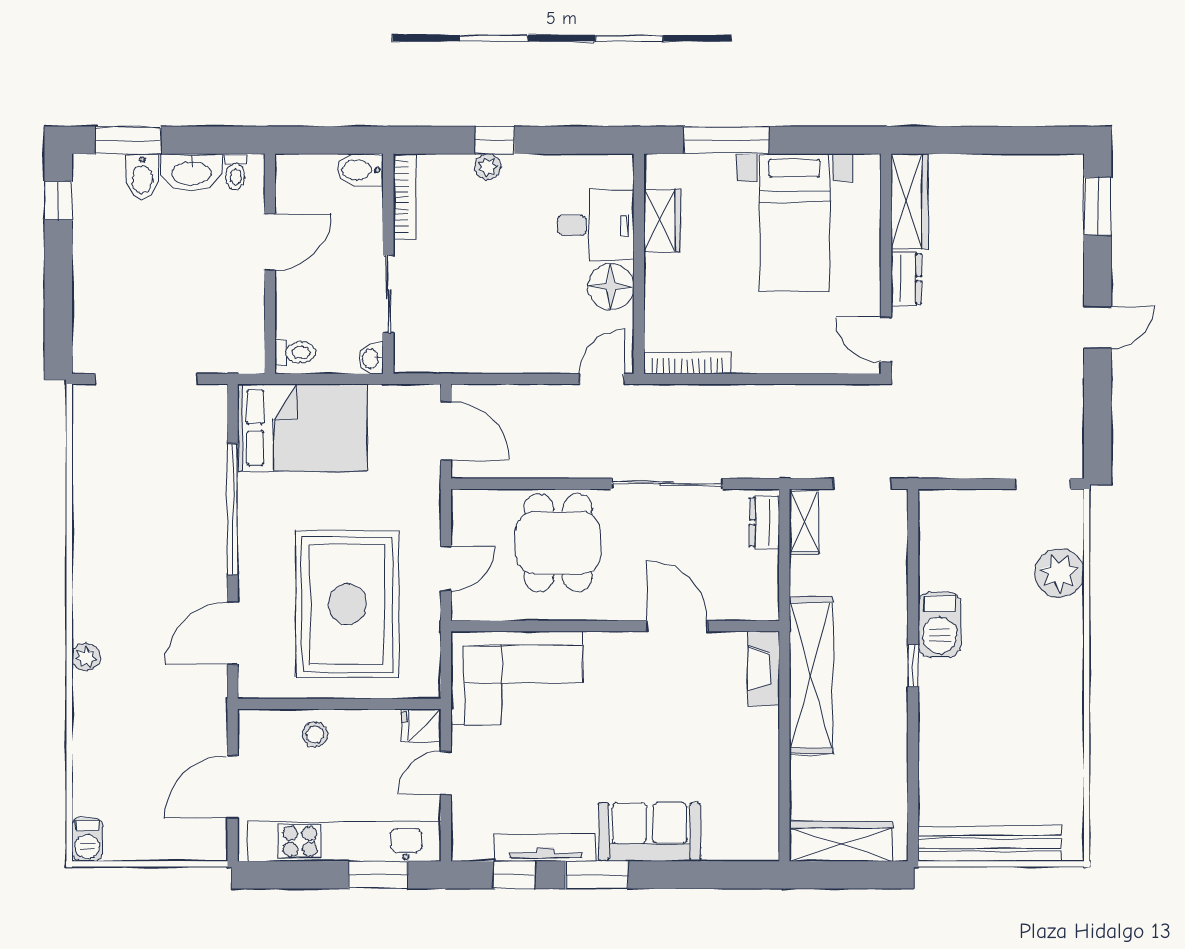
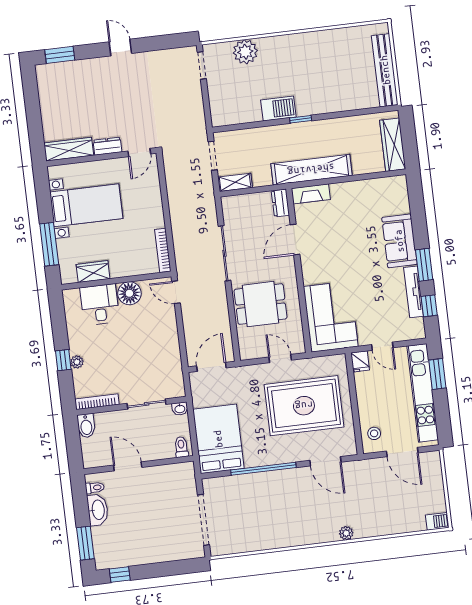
bidet: (142, 176) -> (103, 534), removed
dresser: (764, 522) -> (280, 203), moved, turned 90
stool: (315, 734) -> (374, 433), moved

